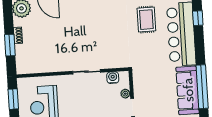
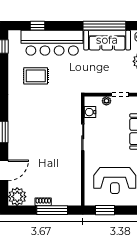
window: (10, 45) -> (52, 210), width x1.44

